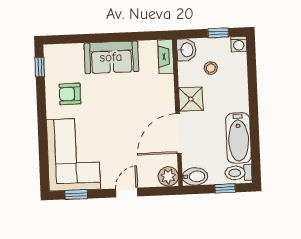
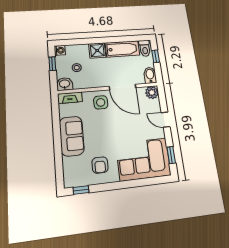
shower: (191, 99) -> (97, 51), moved
side table: (157, 100) -> (101, 102), added

